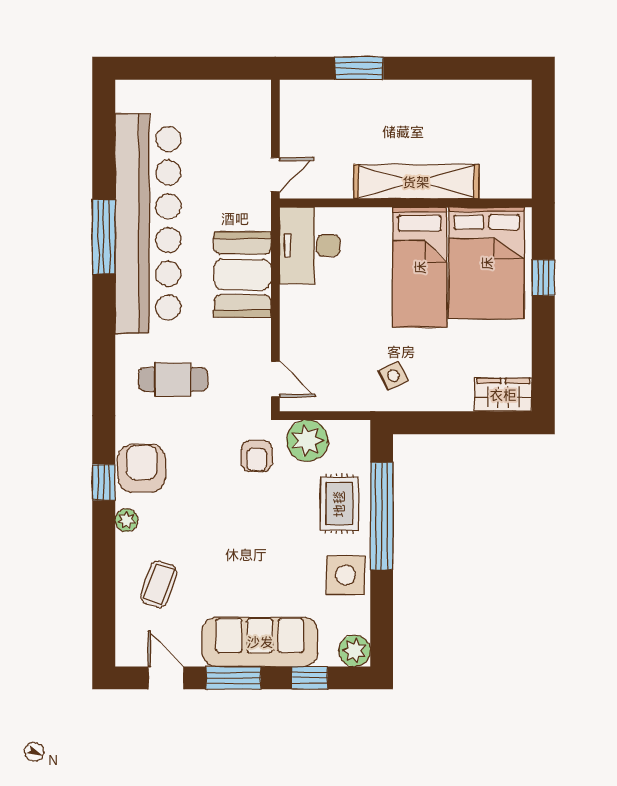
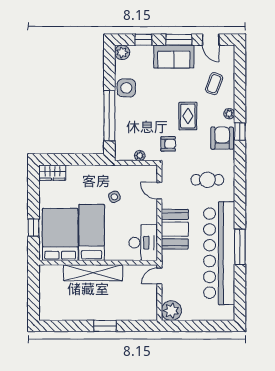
window: (359, 68) -> (105, 326), moved
plant: (250, 101) -> (171, 311), added
side table: (393, 376) -> (114, 197), moved
door: (275, 379) -> (159, 191), moved
plant: (307, 441) -> (140, 156), width x0.53, depth x0.53
armchair: (257, 456) -> (168, 144), turned 90
armchair: (142, 468) -> (222, 138), turned 180
rug: (339, 504) -> (188, 116), moved
sofa: (260, 642) -> (174, 57), width x0.73

